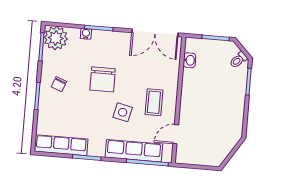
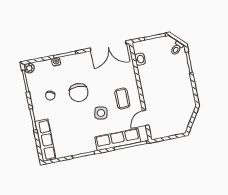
plant: (56, 38) -> (29, 68), width x0.53, depth x0.53
chair: (59, 84) -> (50, 96), moved
row of seats: (61, 145) -> (45, 140), moved, turned 90

